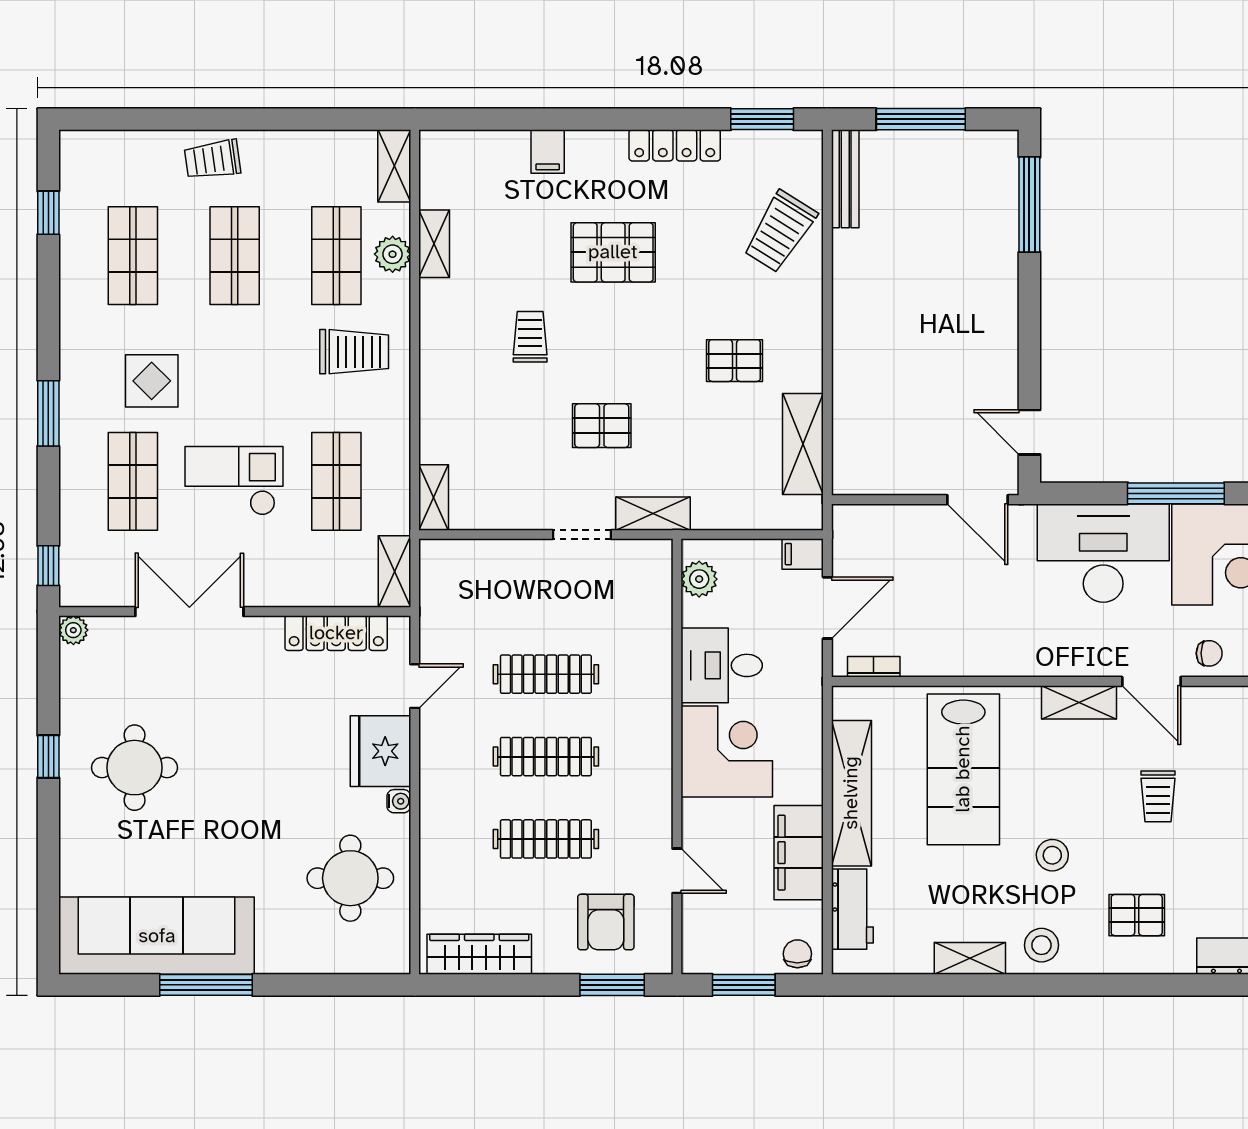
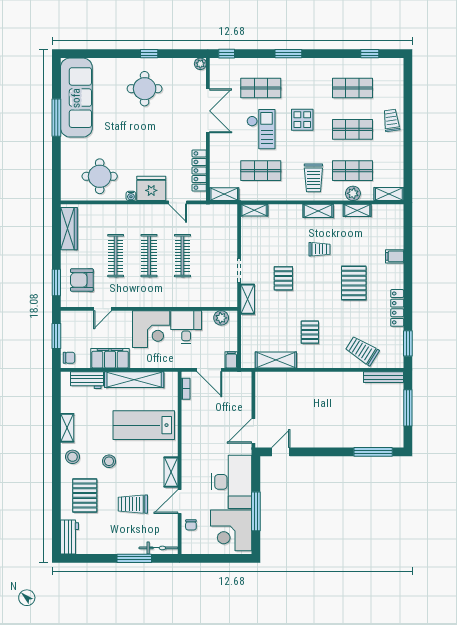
shelving: (436, 340) -> (318, 211), added
display table: (152, 381) -> (302, 120), moved
trolley: (1158, 796) -> (133, 504), width x1.36, depth x1.39
pallet: (1137, 915) -> (85, 495), width x1.50, depth x1.42

